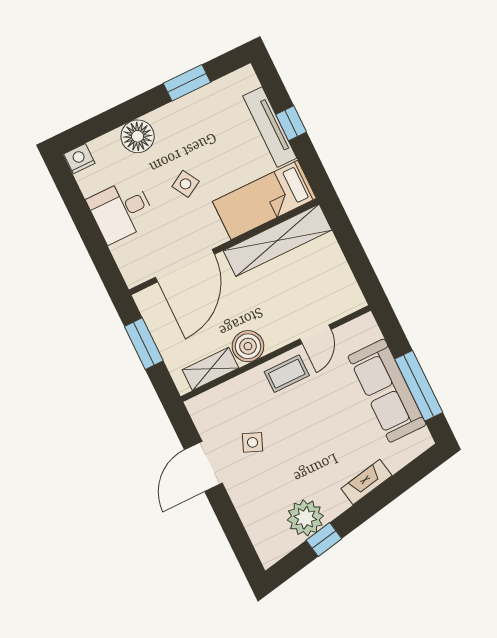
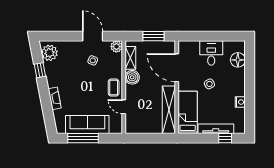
window: (187, 83) -> (250, 104), removed
window: (291, 123) -> (225, 138), moved
floor lamp: (138, 136) -> (238, 60), moved
nightstand: (79, 159) -> (240, 102), moved
plant: (201, 408) -> (116, 47), added
plant: (305, 518) -> (49, 53), moved

